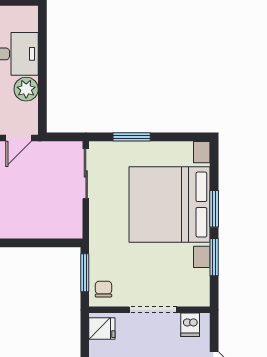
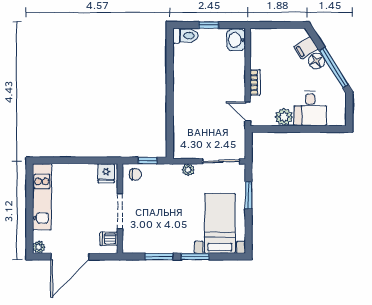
bed with nightstands: (169, 205) -> (220, 223), width x0.54
plant: (97, 218) -> (188, 170), added
window: (85, 273) -> (147, 160), width x0.67

